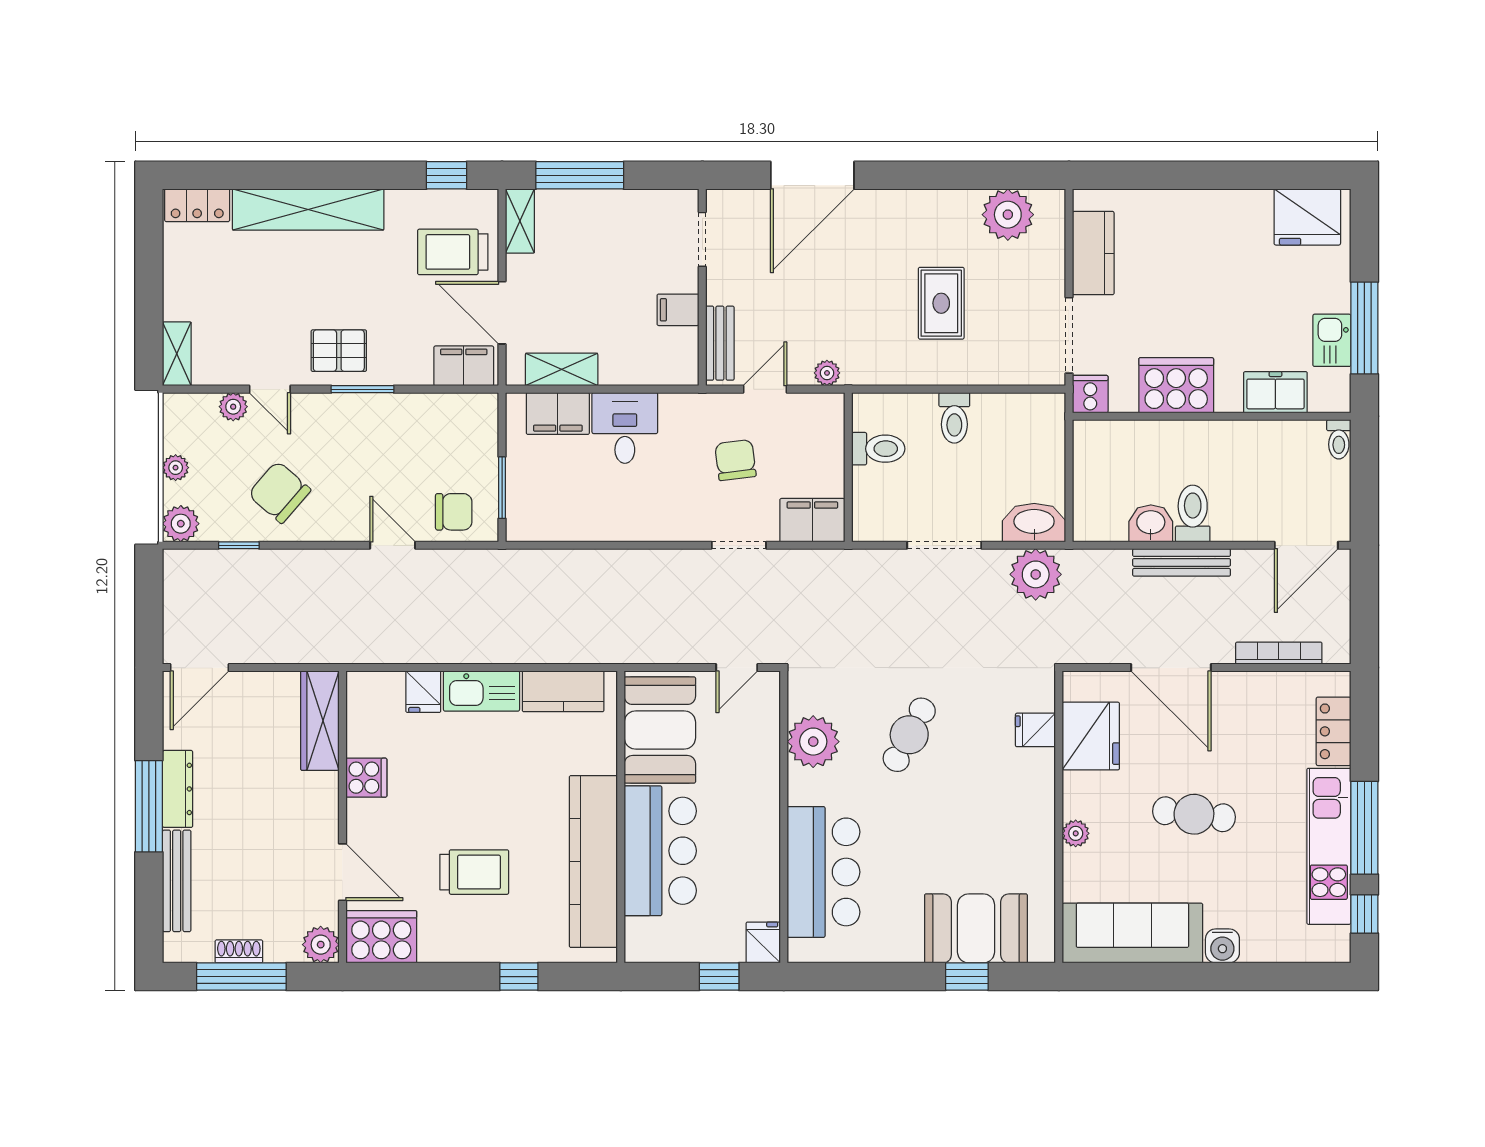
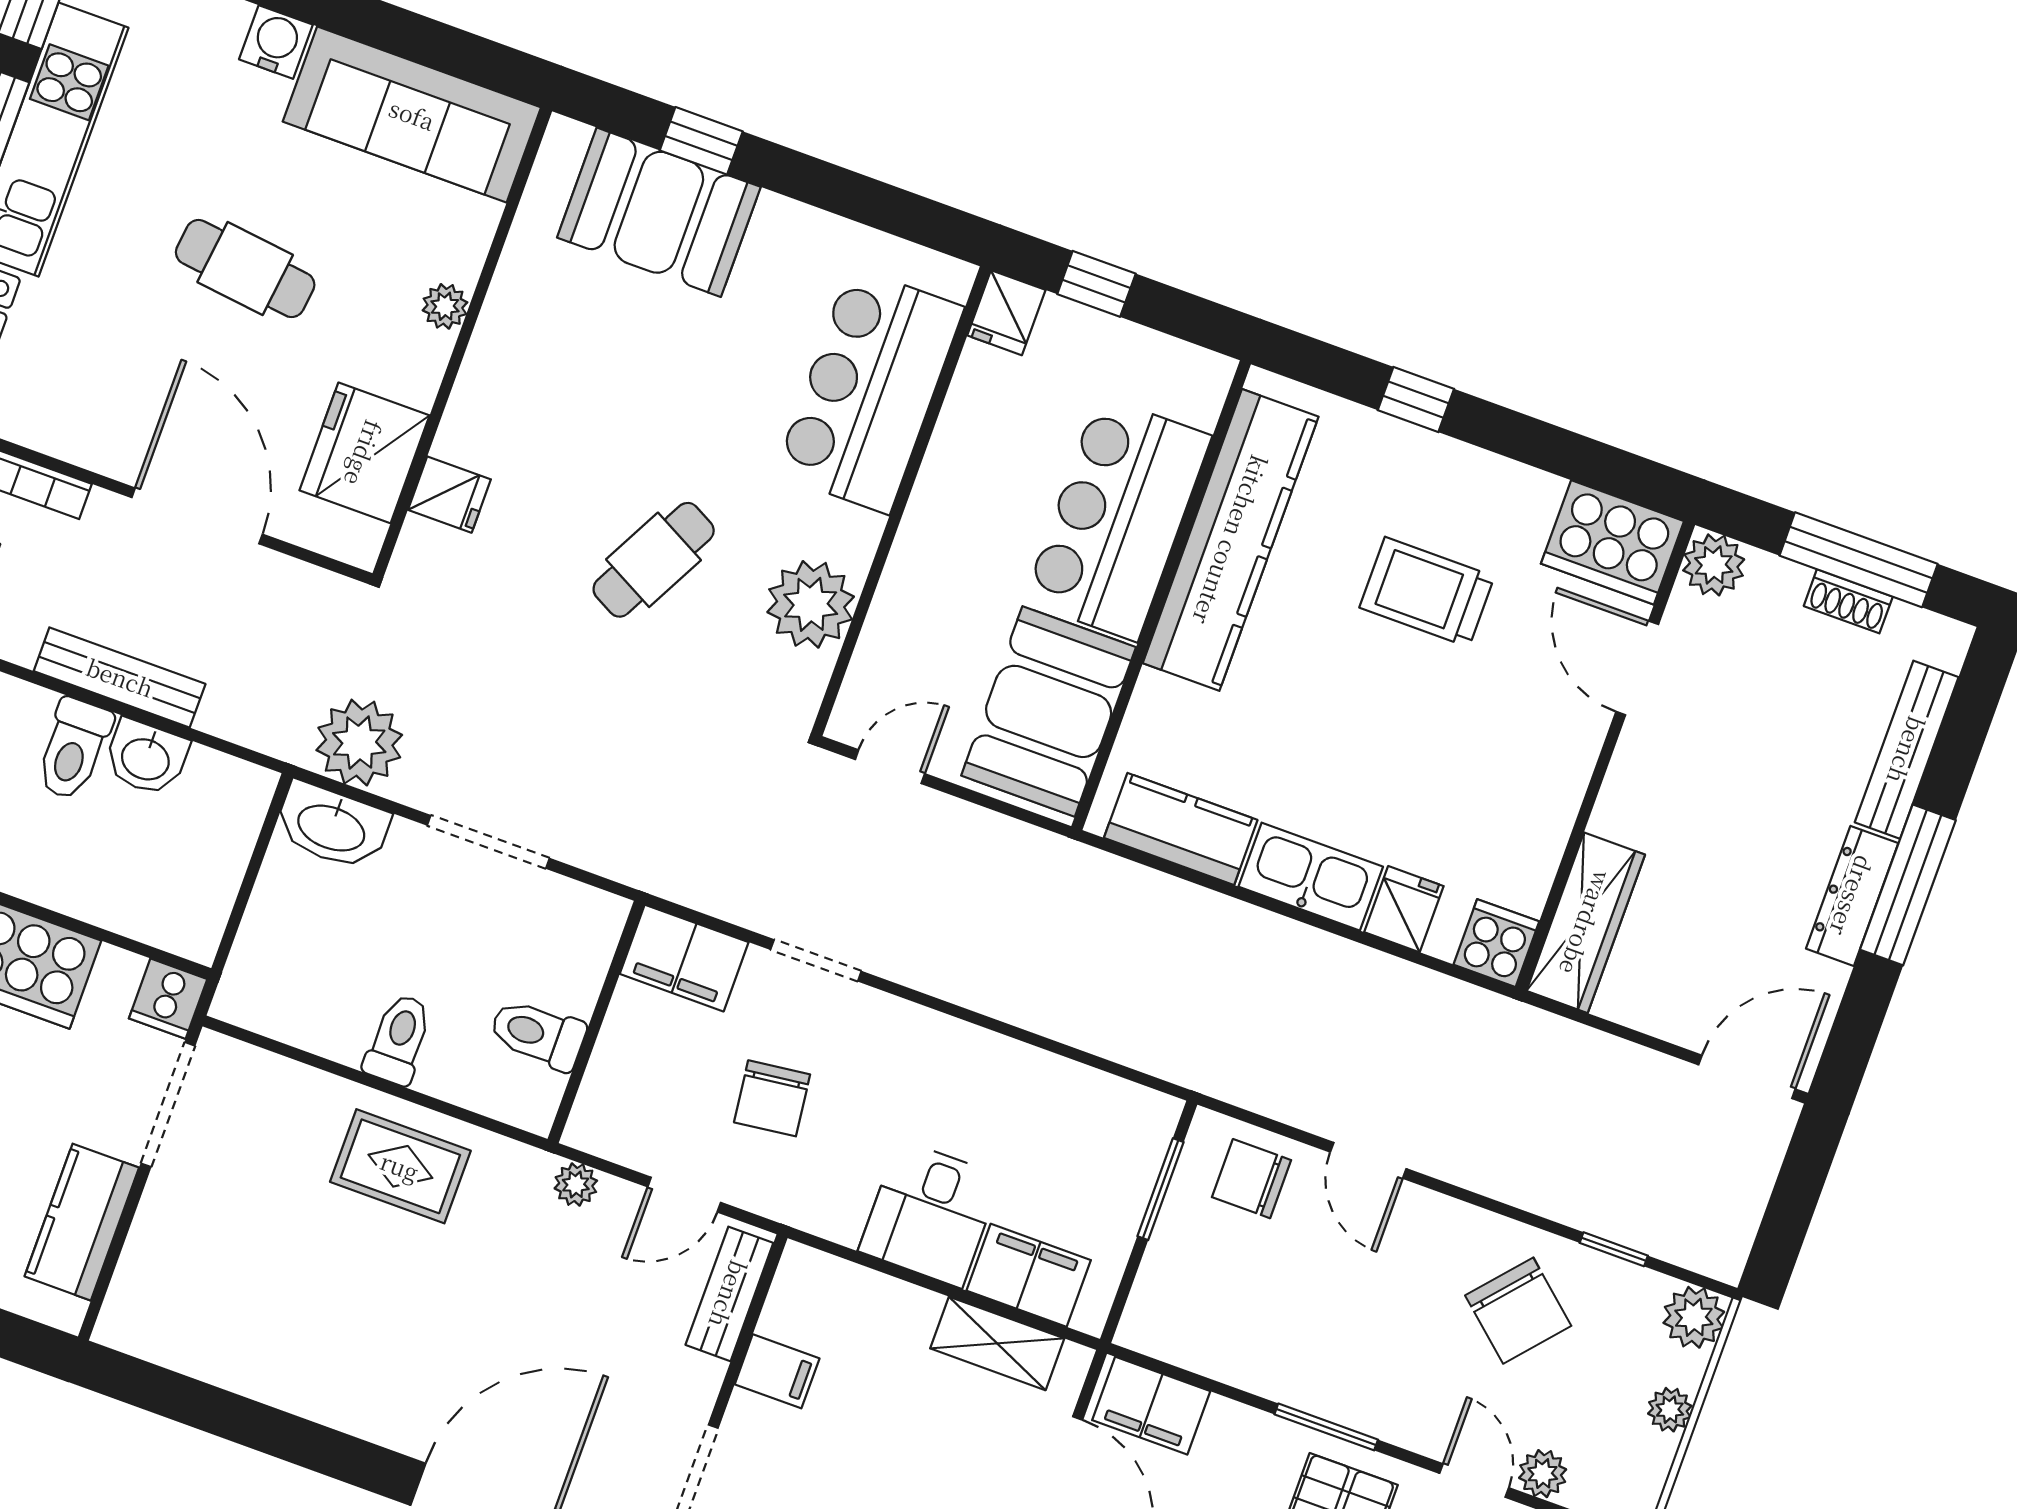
plant: (1008, 215) -> (196, 1333), removed
rug: (941, 303) -> (400, 1166), moved, turned 90
cooker: (366, 778) -> (1496, 943), moved, turned 90

